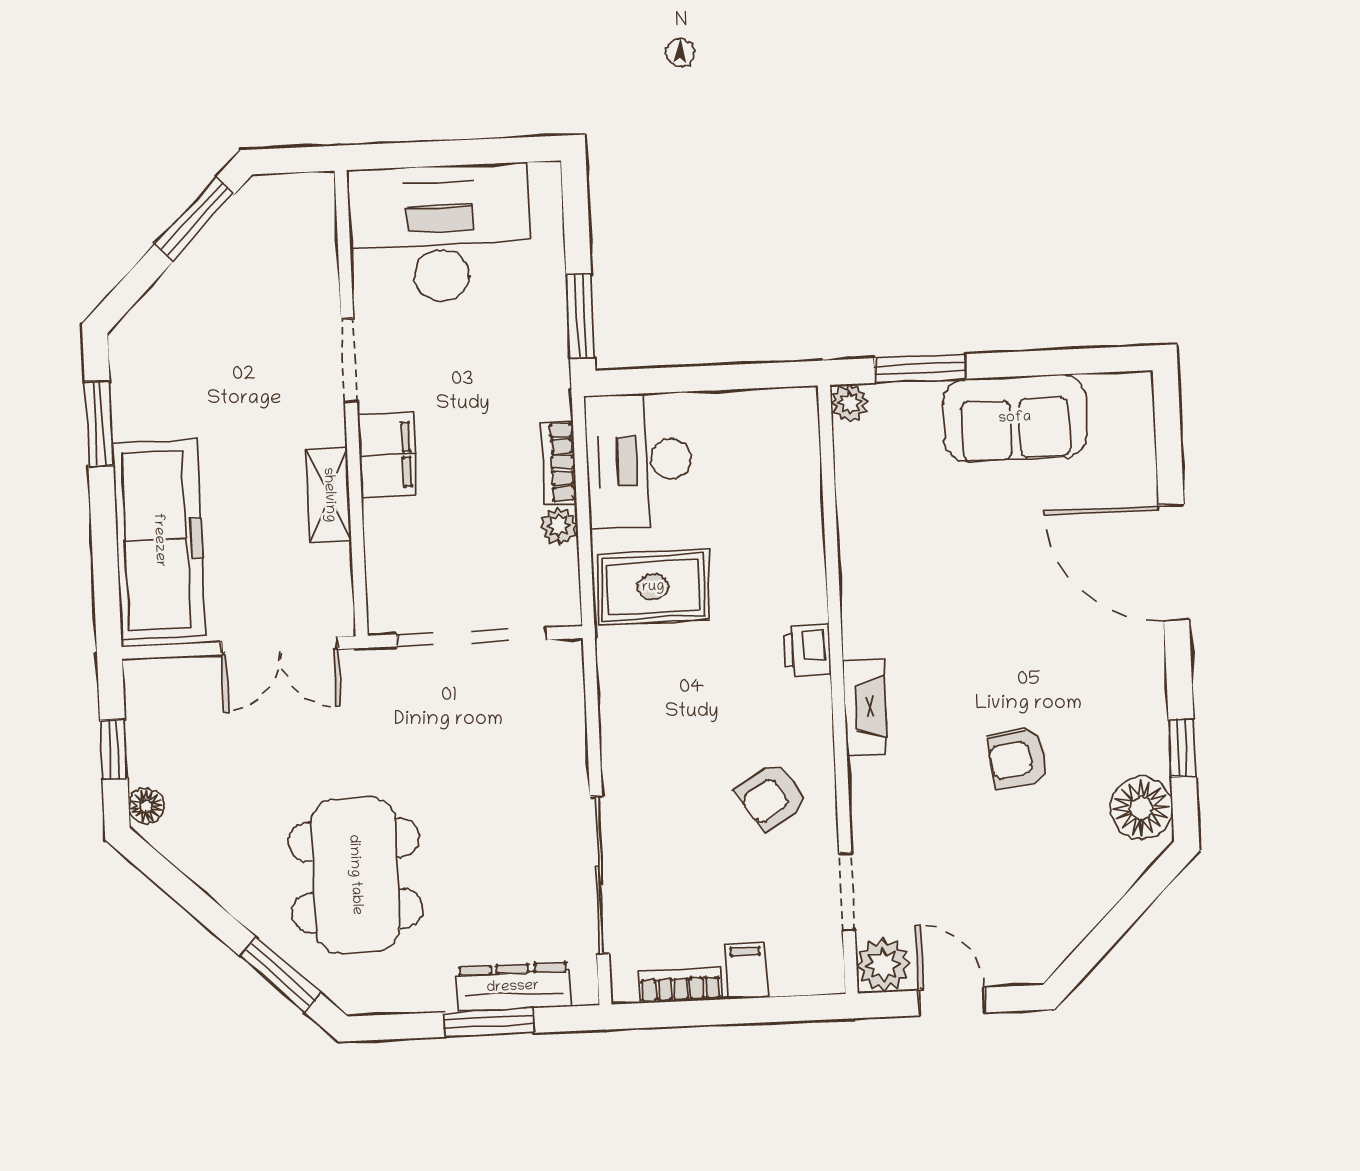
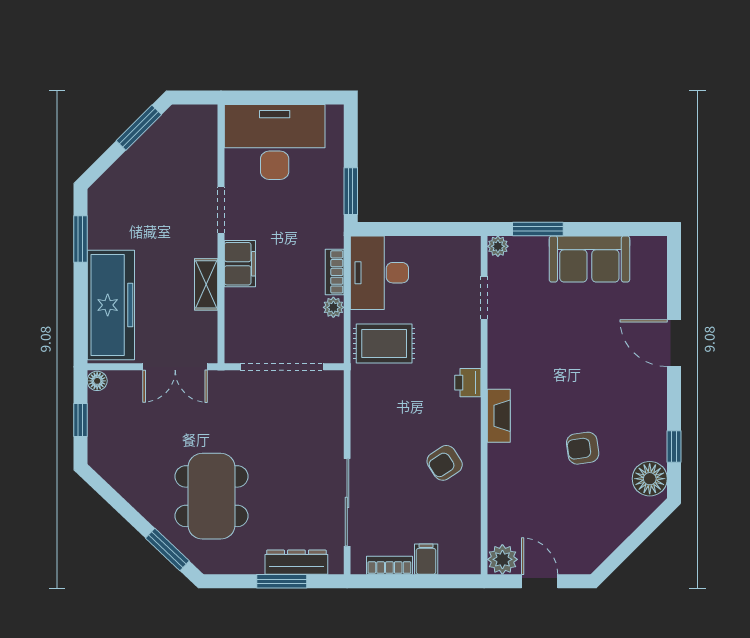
door: (1174, 563) -> (674, 343), width x0.73
floor lamp: (146, 806) -> (97, 381), moved
doorway: (847, 892) -> (484, 298), moved

